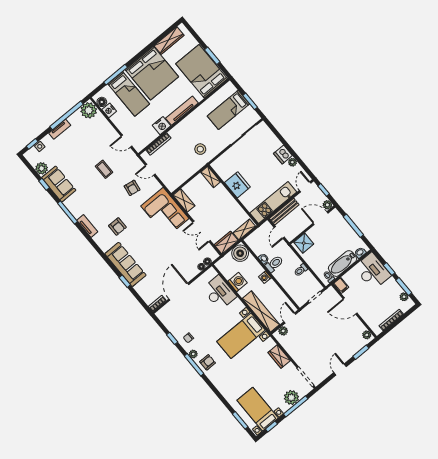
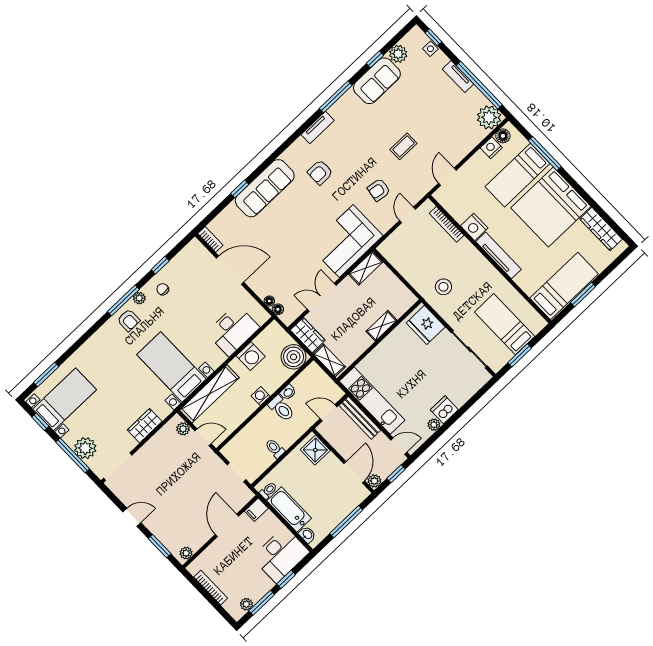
bed: (202, 71) -> (564, 286), width x0.67
shelving: (211, 177) -> (382, 326), moved
fridge: (237, 185) -> (426, 325), moved, turned 90

